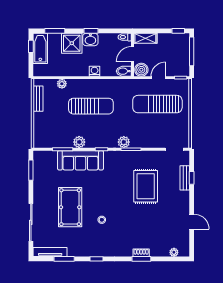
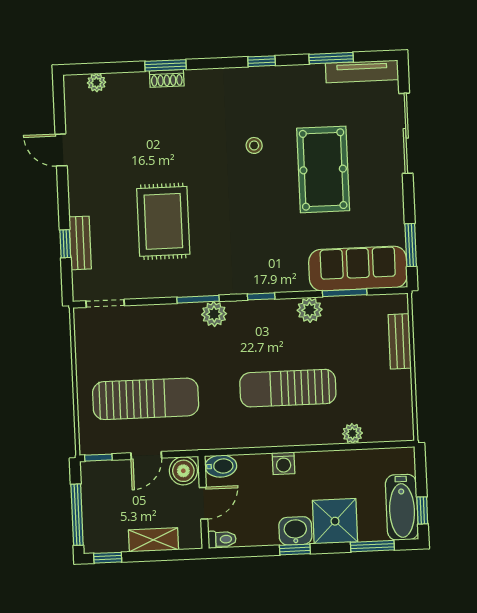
shelving: (145, 38) -> (154, 540), moved
bench: (38, 99) -> (400, 341), moved
sofa: (80, 160) -> (358, 269), moved

